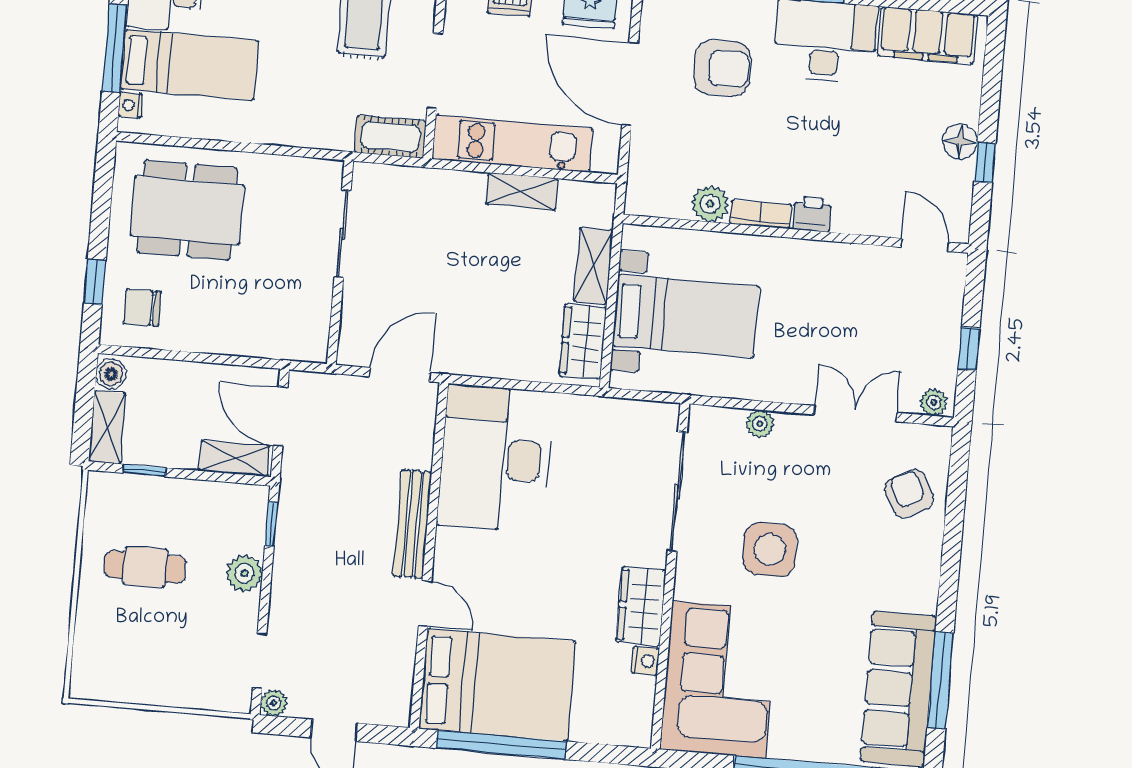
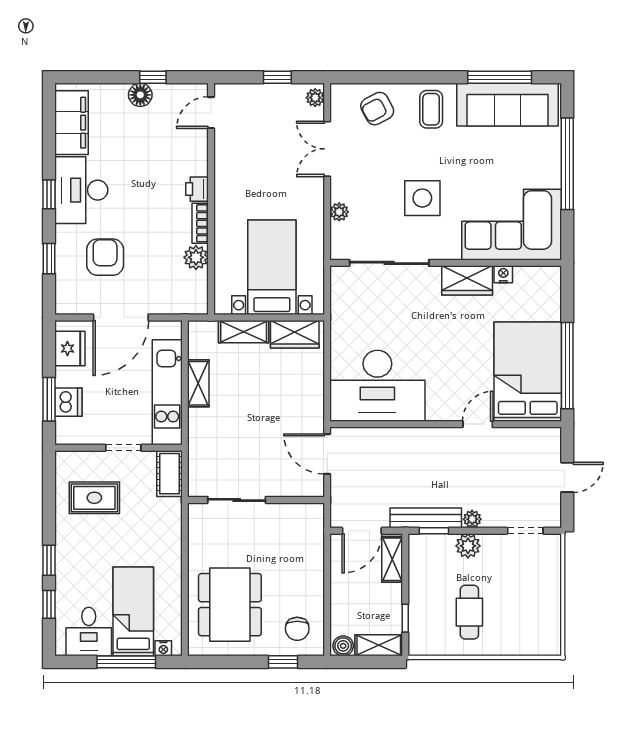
doorway: (435, 71) -> (123, 448), width x0.73
bench: (413, 524) -> (426, 518), moved
coffee table: (901, 574) -> (431, 109), added
plant: (274, 703) -> (472, 519), moved

